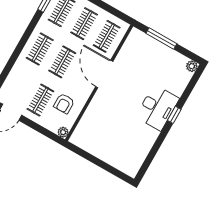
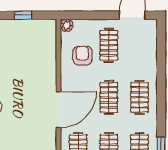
door: (104, 74) -> (59, 110), hinge flipped
window: (91, 158) -> (23, 15), added

